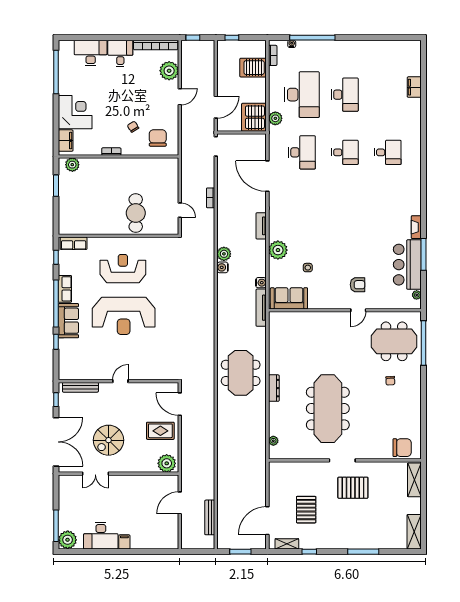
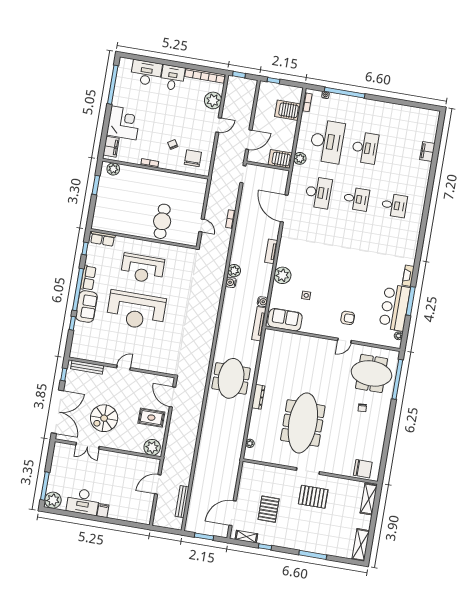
server rack: (254, 117) -> (280, 159), width x0.62
reception desk: (123, 269) -> (142, 269), turned 180

